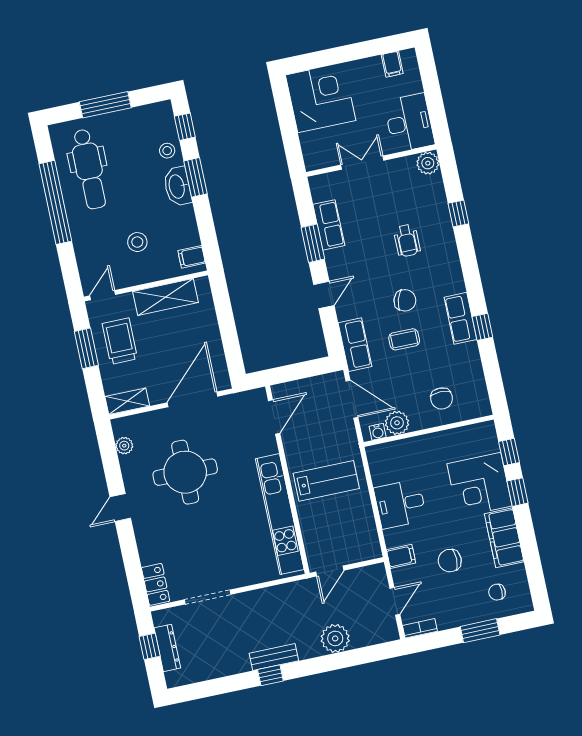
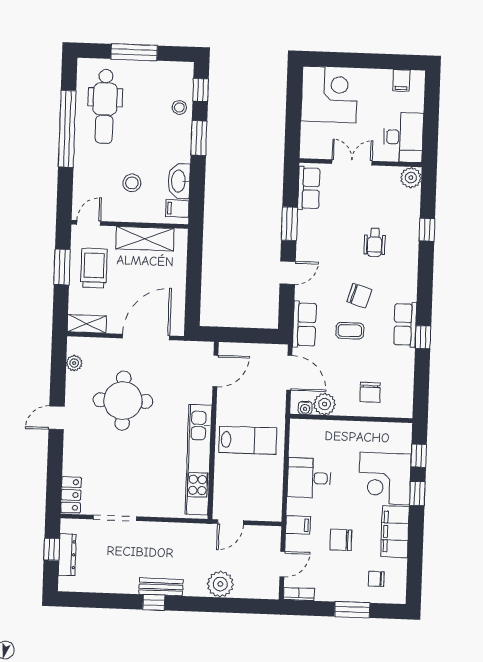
washbasin: (177, 186) -> (179, 181), moved
row of seats: (329, 225) -> (309, 188), moved

